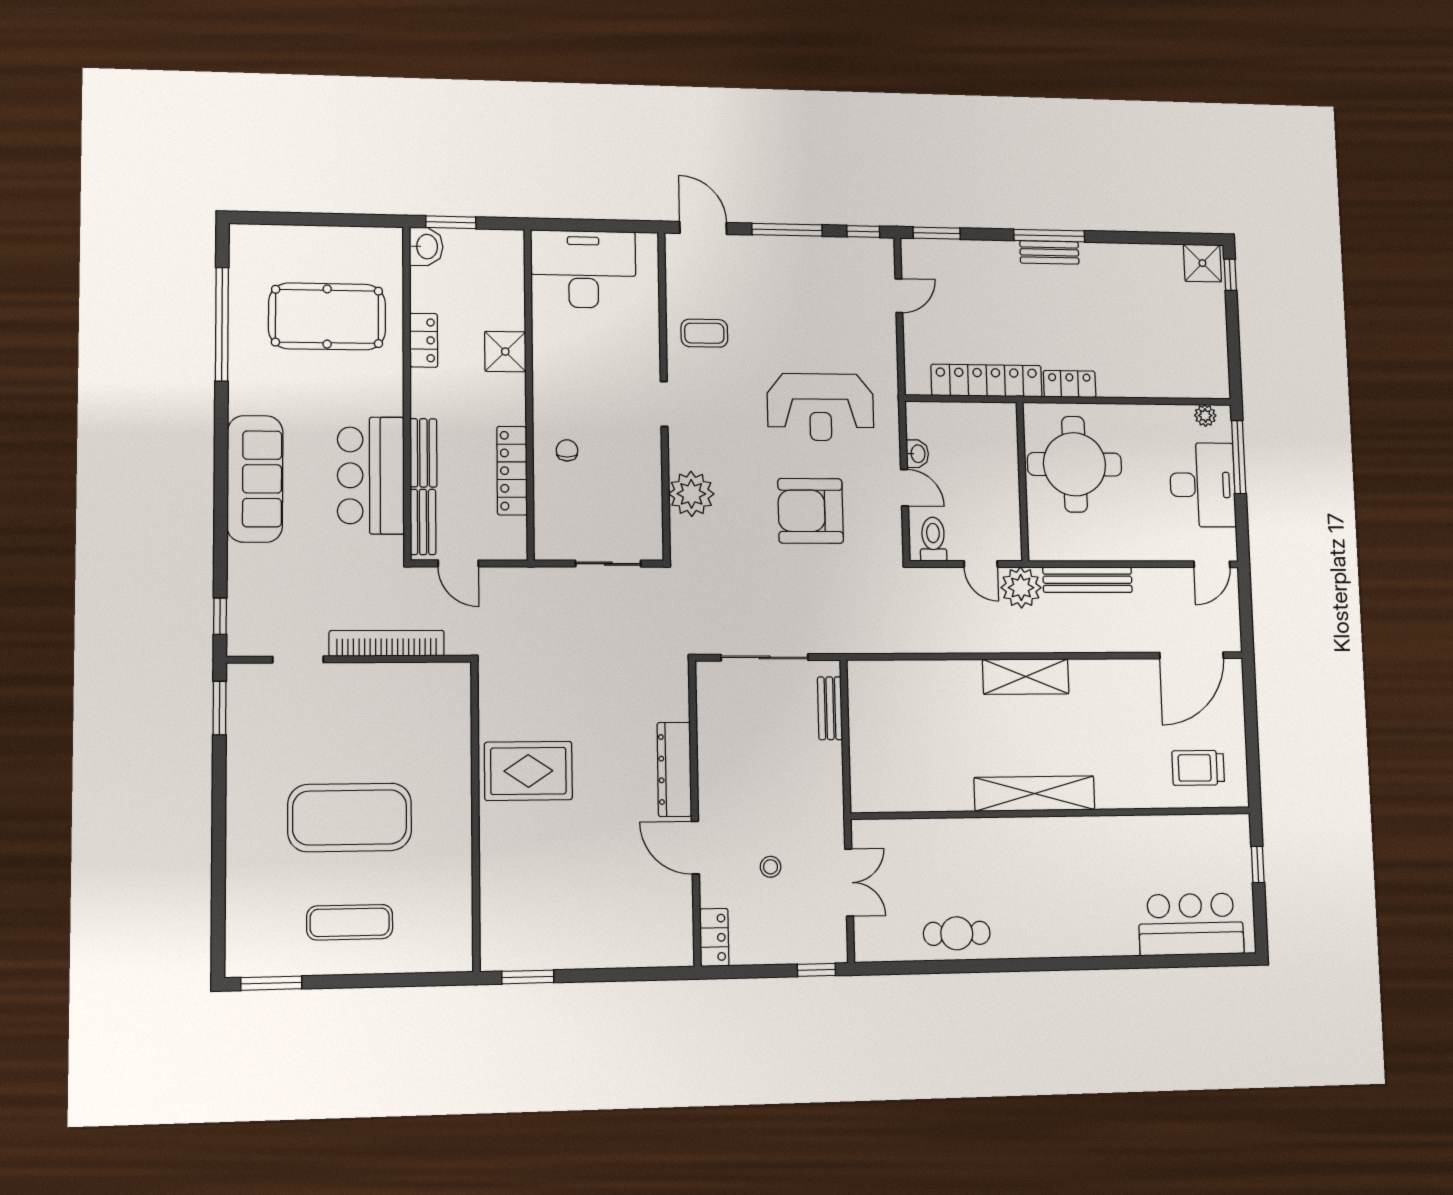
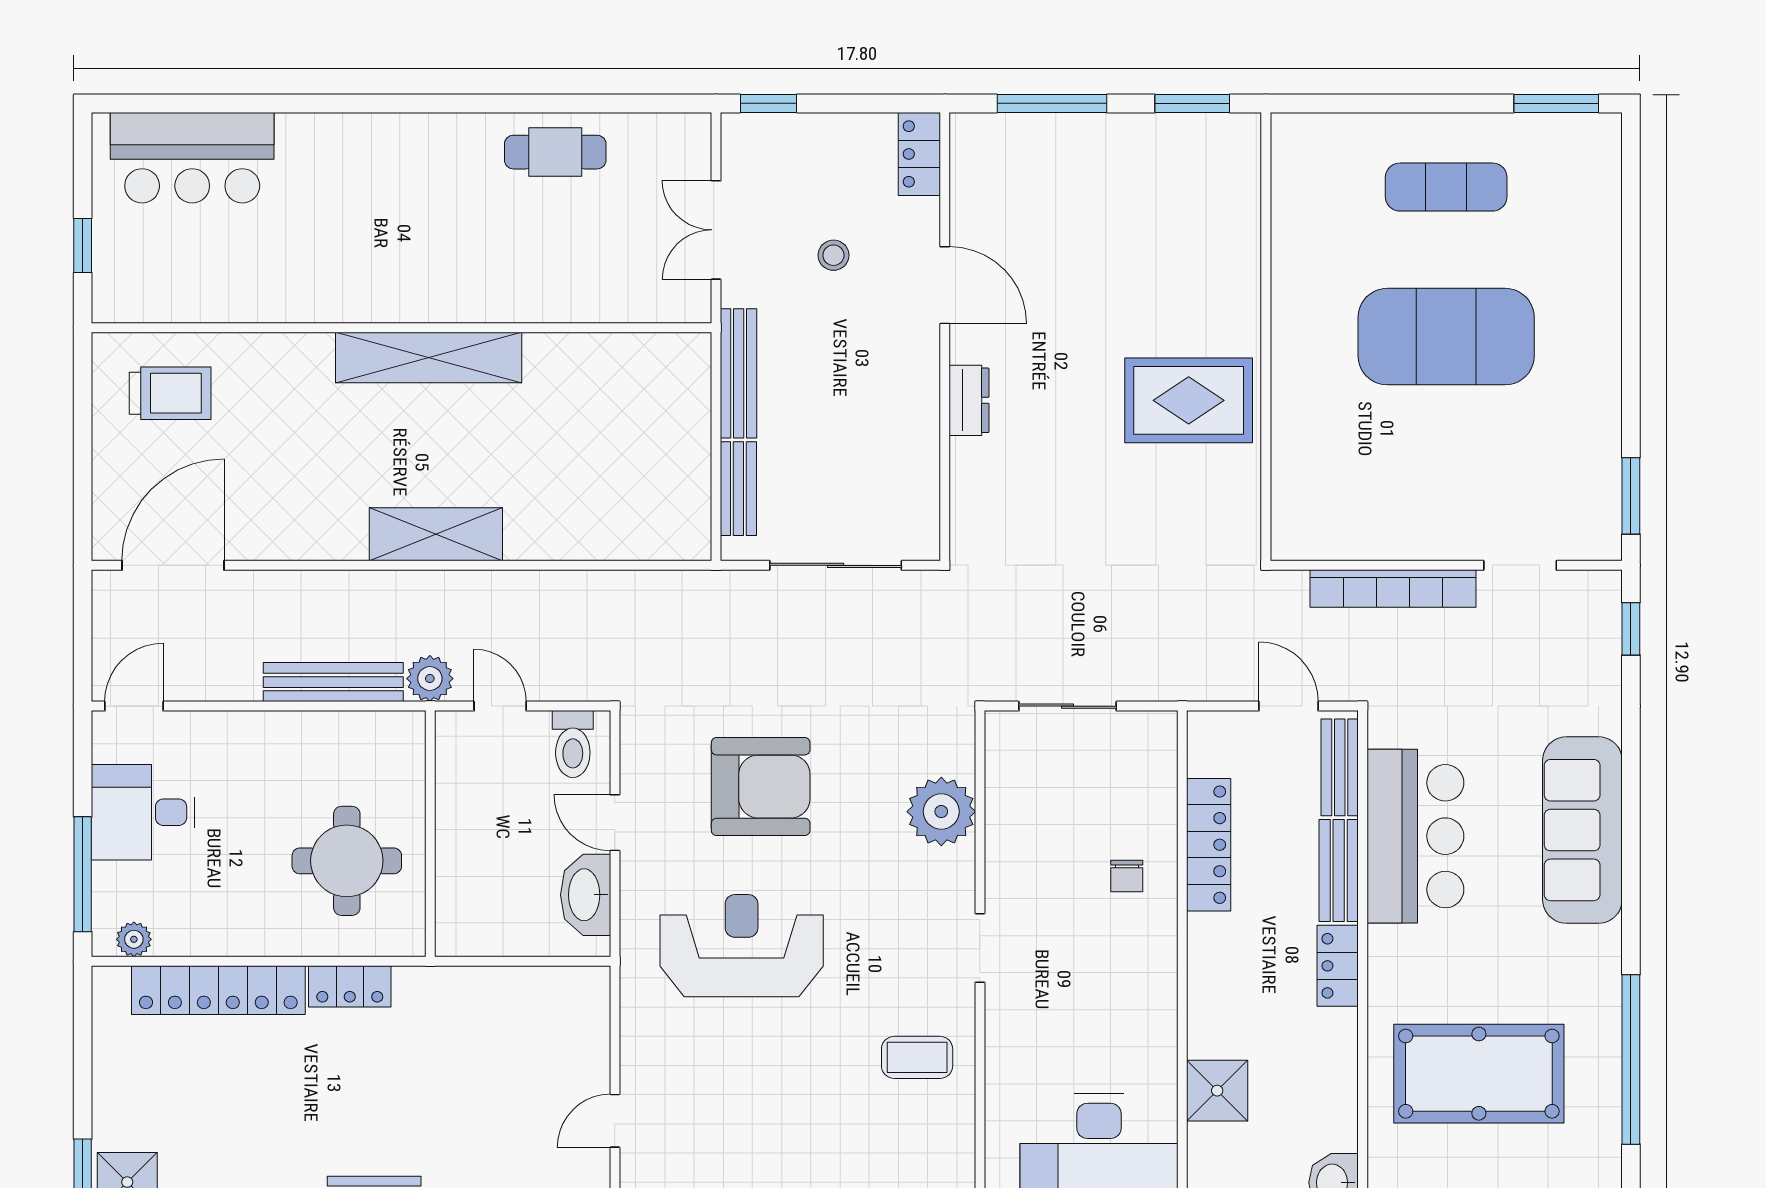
locker: (424, 340) -> (1338, 966), moved
shower: (505, 352) -> (1217, 1091), moved
locker: (987, 381) -> (218, 990), moved
washbasin: (917, 454) -> (586, 895), width x1.91, depth x1.45
round table: (1075, 464) -> (347, 861), width x0.73, depth x0.73
desk: (1203, 485) -> (143, 812), width x0.73
plant: (1021, 588) -> (430, 679), width x0.73, depth x0.73
dresser: (674, 769) -> (969, 400), width x0.51, depth x0.80
bench: (832, 786) -> (739, 373), added
window: (625, 975) -> (1052, 103), added

